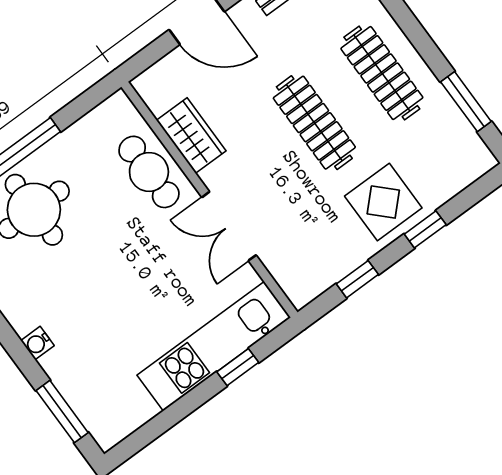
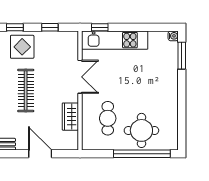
cafe table: (149, 172) -> (108, 118), moved
water cooler: (37, 343) -> (173, 36), moved
window: (238, 367) -> (100, 27), moved

